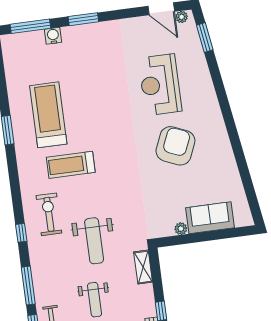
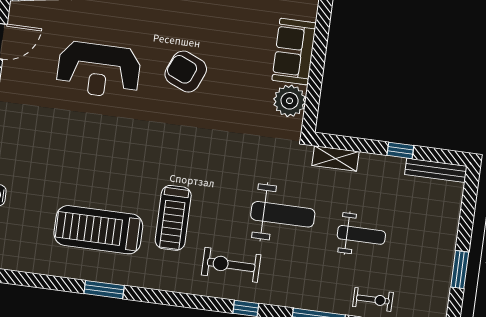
plant: (182, 17) -> (16, 17), removed
armchair: (175, 146) -> (186, 72), width x0.73, depth x0.73
plant: (181, 229) -> (290, 101), width x1.88, depth x1.88

